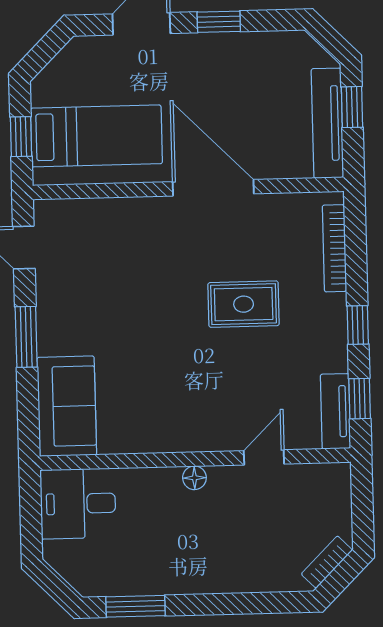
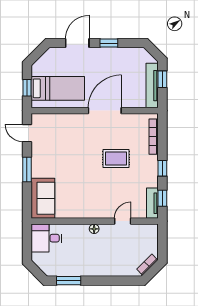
door: (213, 188) -> (105, 111), hinge flipped

